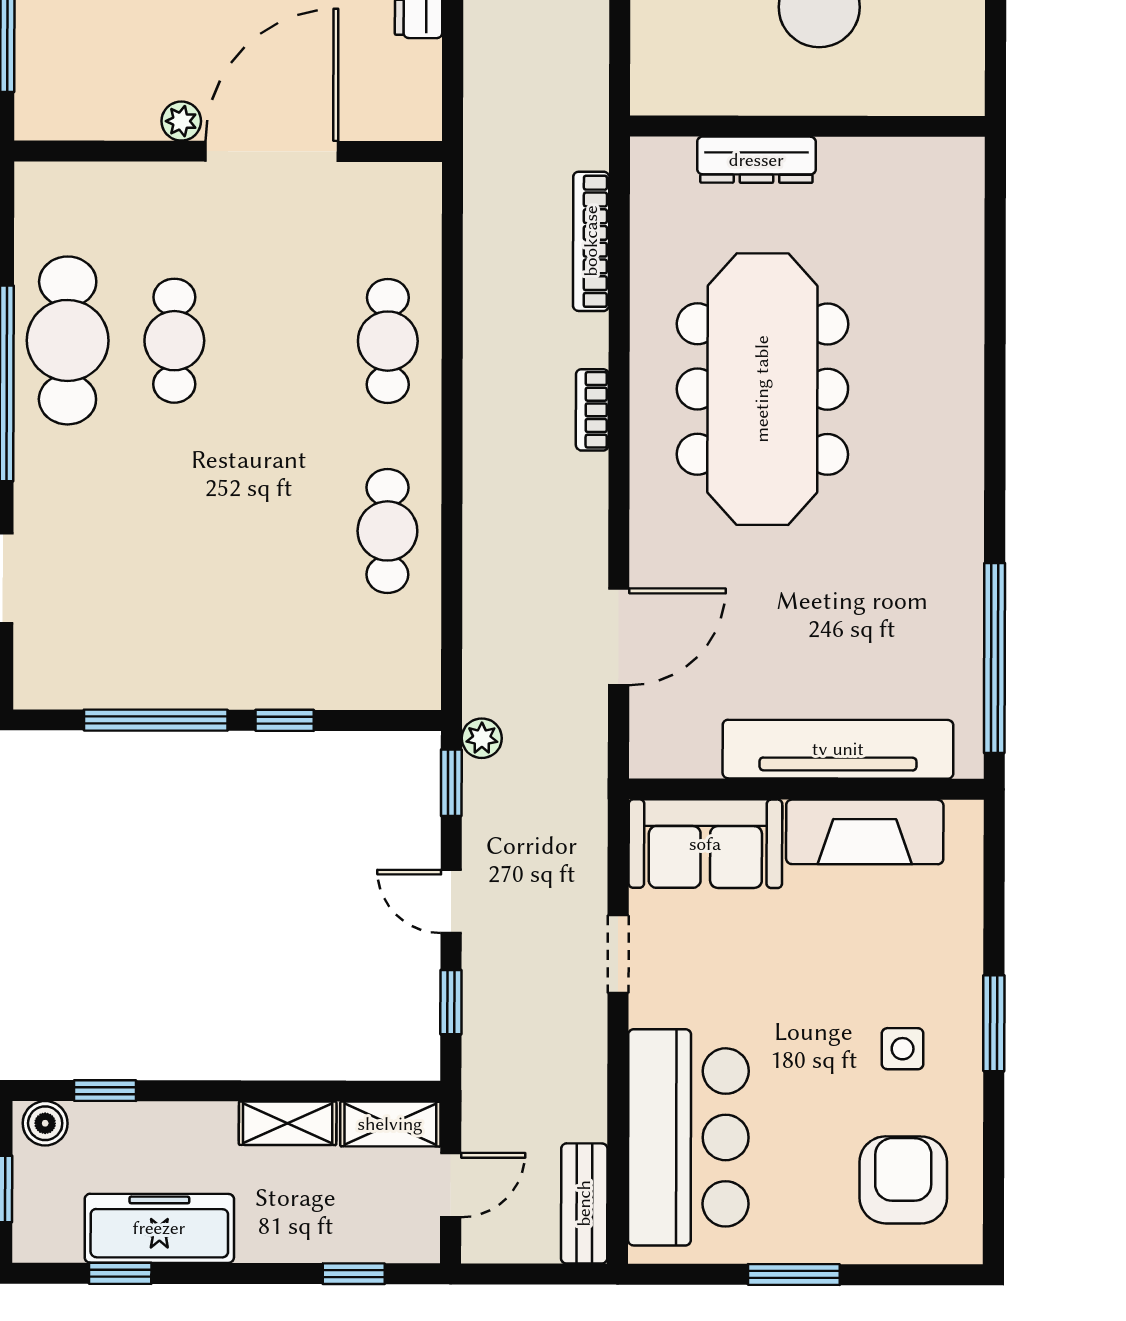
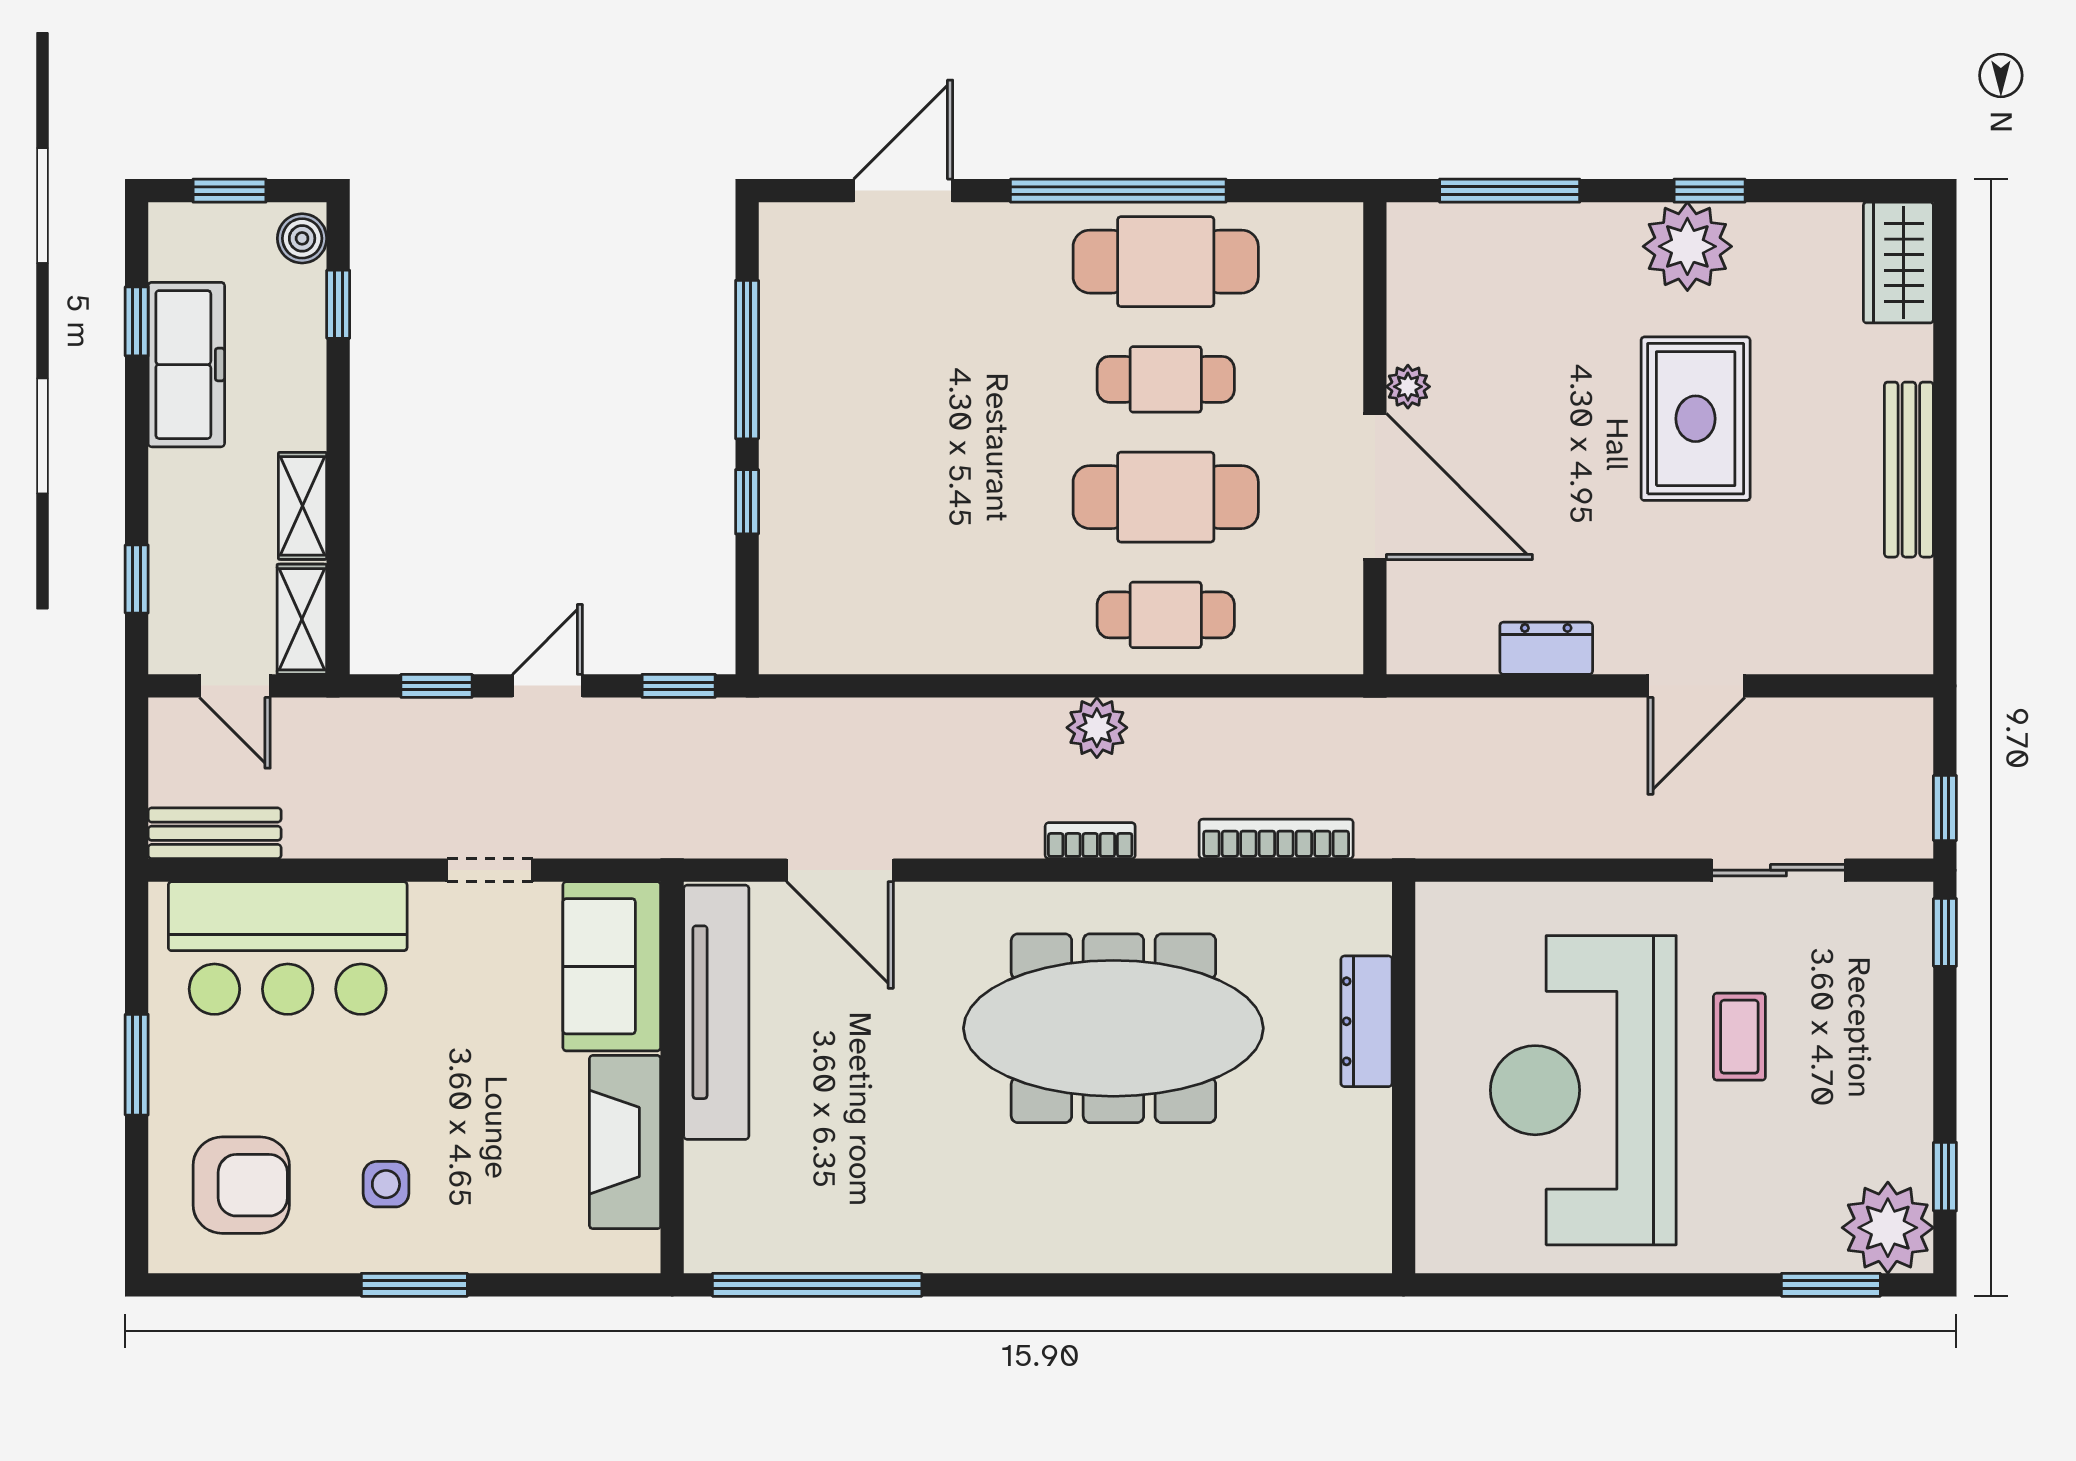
cafe table: (387, 531) -> (1166, 497), moved, width x1.37, depth x1.35
plant: (482, 738) -> (1097, 728), moved, width x1.38, depth x1.38
tv unit: (838, 749) -> (716, 1012), moved

